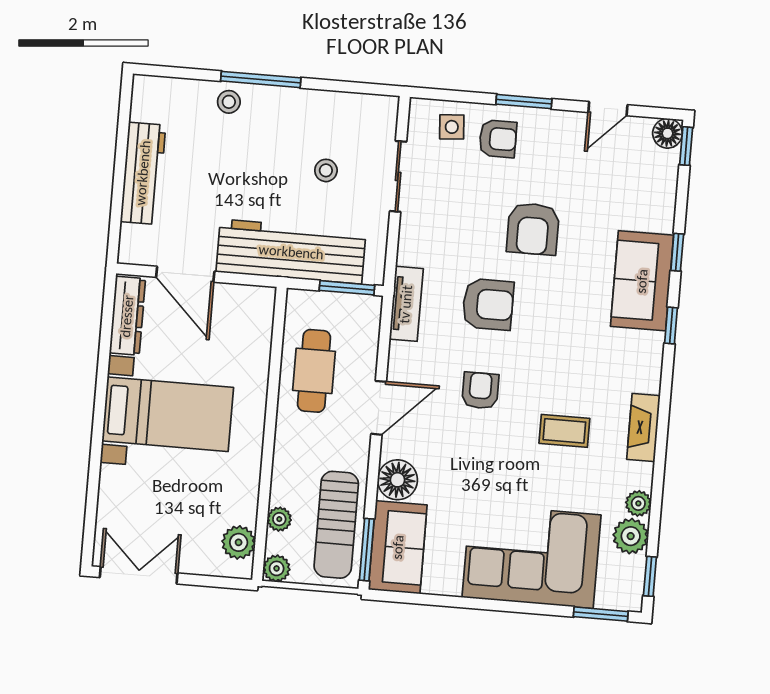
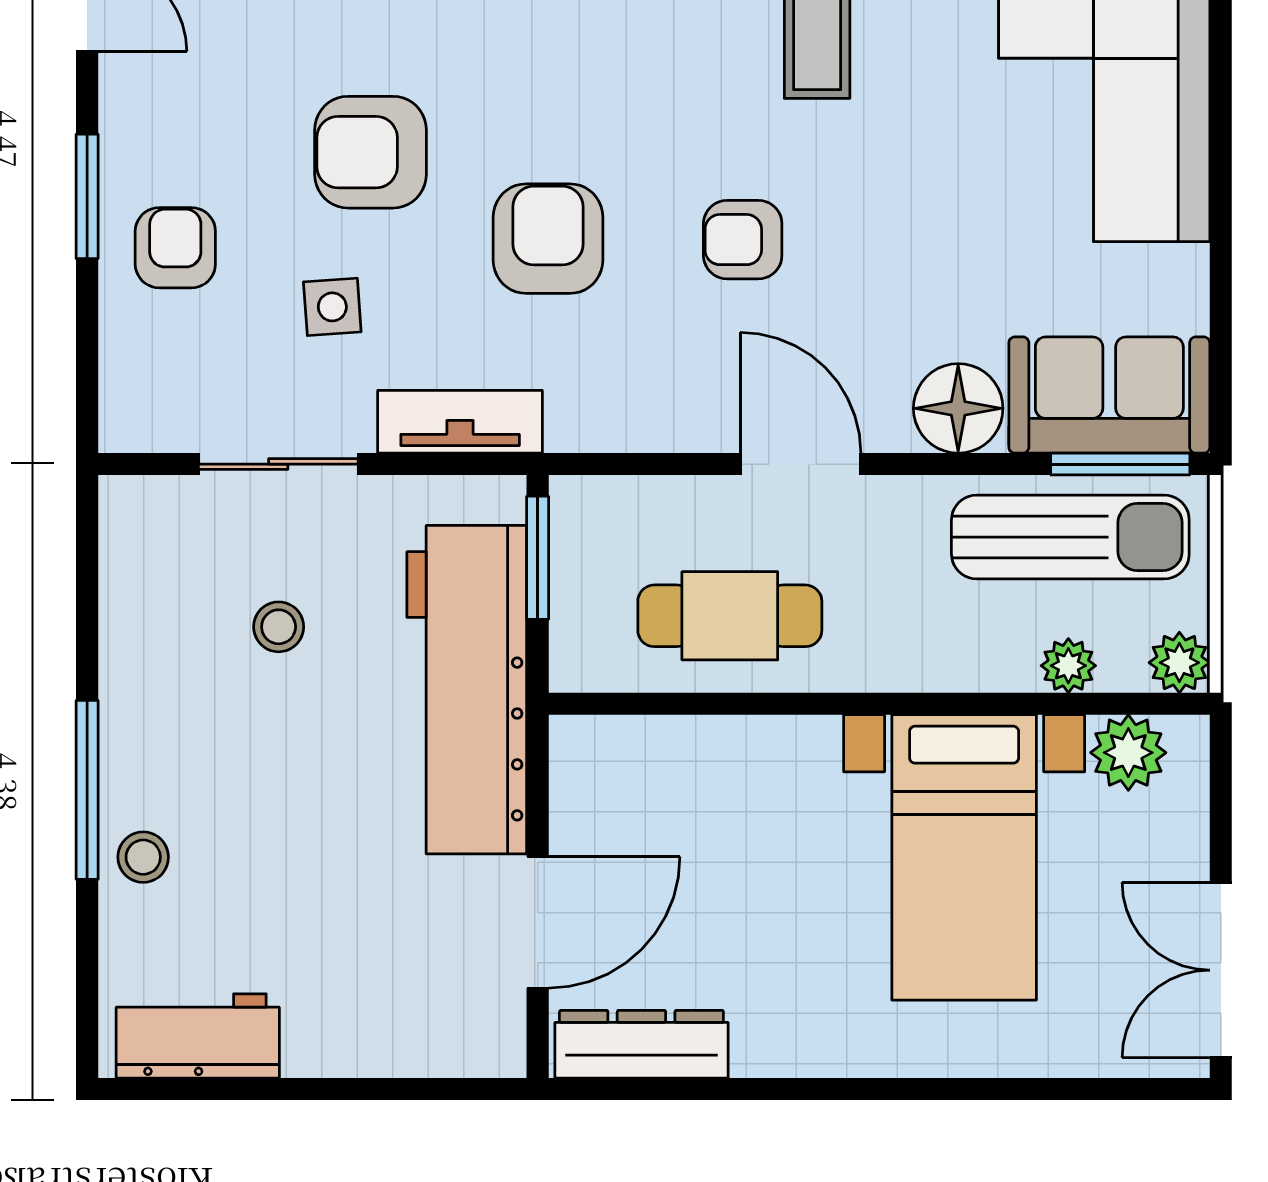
side table: (452, 127) -> (332, 307), moved
workbench: (143, 173) -> (198, 1036), moved, width x0.73
armchair: (533, 229) -> (371, 152), turned 180
tv unit: (406, 304) -> (460, 422), moved
bed with nightstands: (168, 414) -> (964, 857), moved, turned 180

